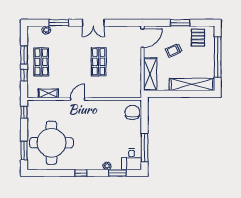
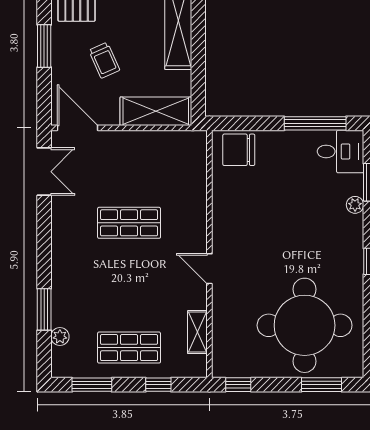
double door: (93, 23) -> (44, 172), moved
window: (24, 55) -> (92, 385), moved

